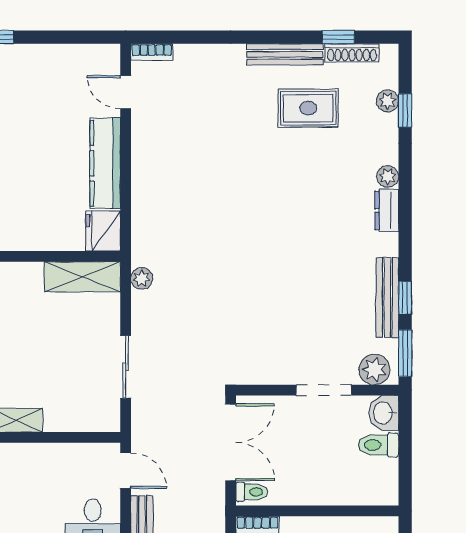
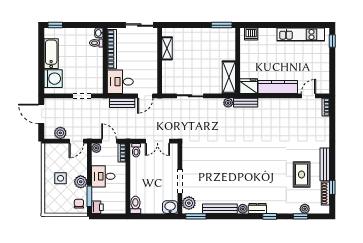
plant: (388, 176) -> (243, 209), moved
bench: (141, 238) -> (246, 103), added
window: (405, 298) -> (270, 216), moved
double door: (231, 442) -> (157, 141), width x0.73
toilet: (378, 445) -> (135, 205), moved

